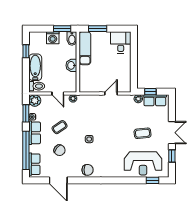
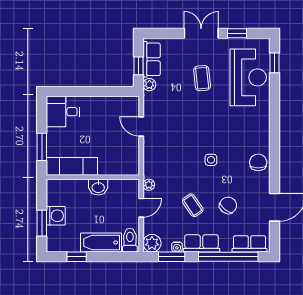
window: (62, 29) -> (42, 223), moved
bidet: (72, 39) -> (57, 186), removed

